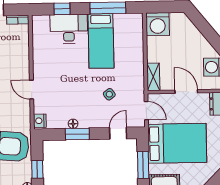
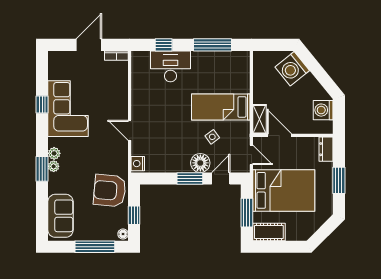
washing machine: (158, 24) -> (292, 69), moved, turned 51
bed: (101, 41) -> (221, 107), moved, turned 90
door: (186, 91) -> (279, 135), moved
floor lamp: (73, 124) -> (200, 163), moved, width x1.89, depth x1.89
window: (77, 134) -> (190, 178), moved

